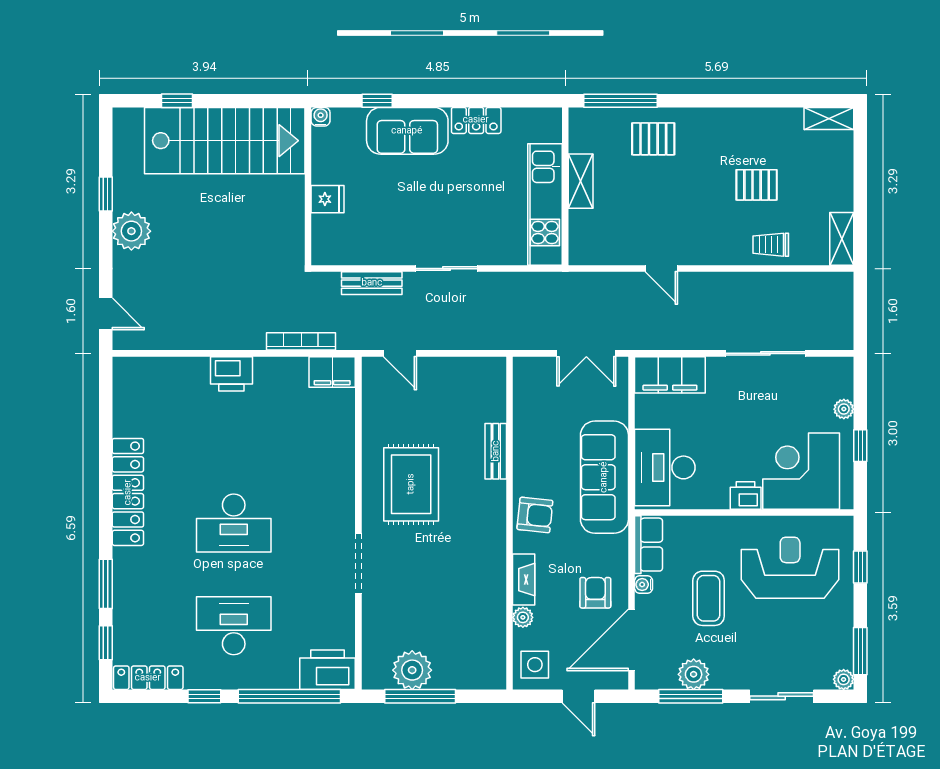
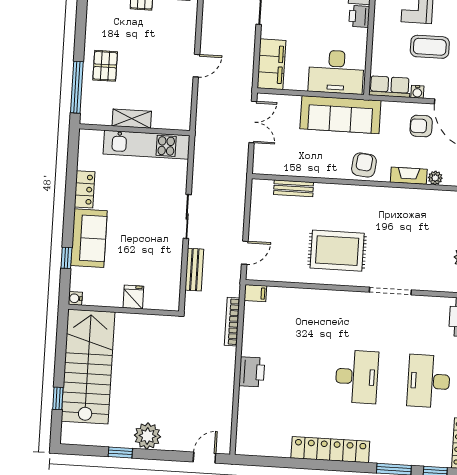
filing cabinet: (332, 372) -> (255, 293), width x0.50
bench: (496, 451) -> (294, 188), moved

